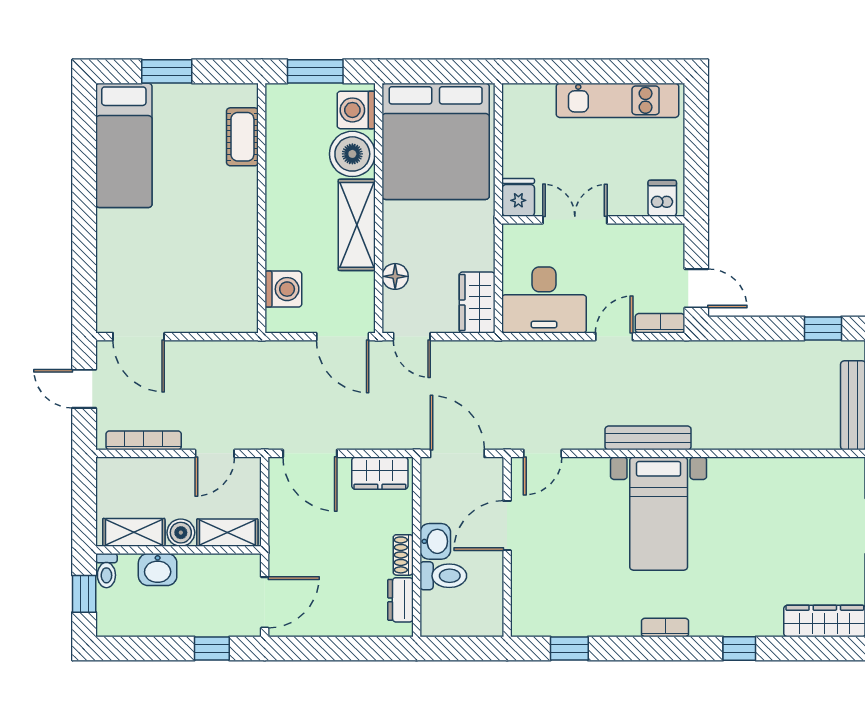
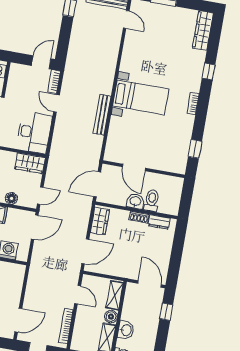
bench: (648, 438) -> (102, 115), moved
door: (543, 453) -> (126, 20), moved

